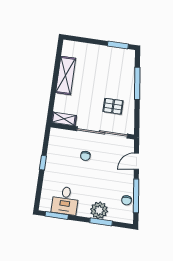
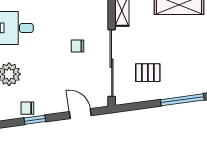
pallet: (113, 106) -> (148, 73), turned 90
window: (136, 196) -> (35, 120), width x0.46

